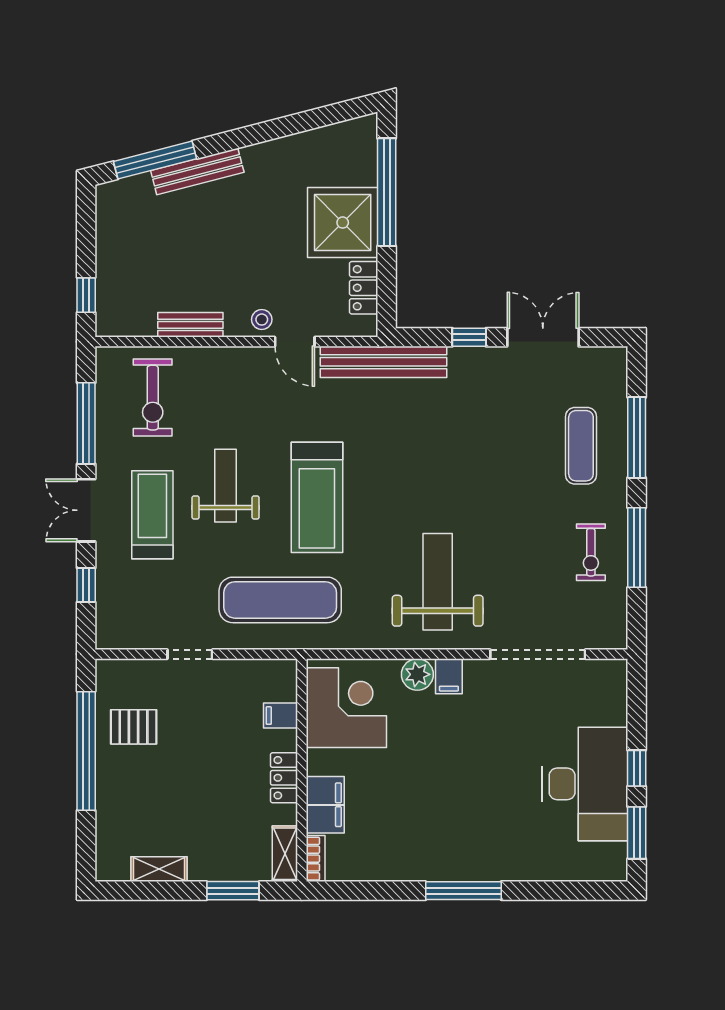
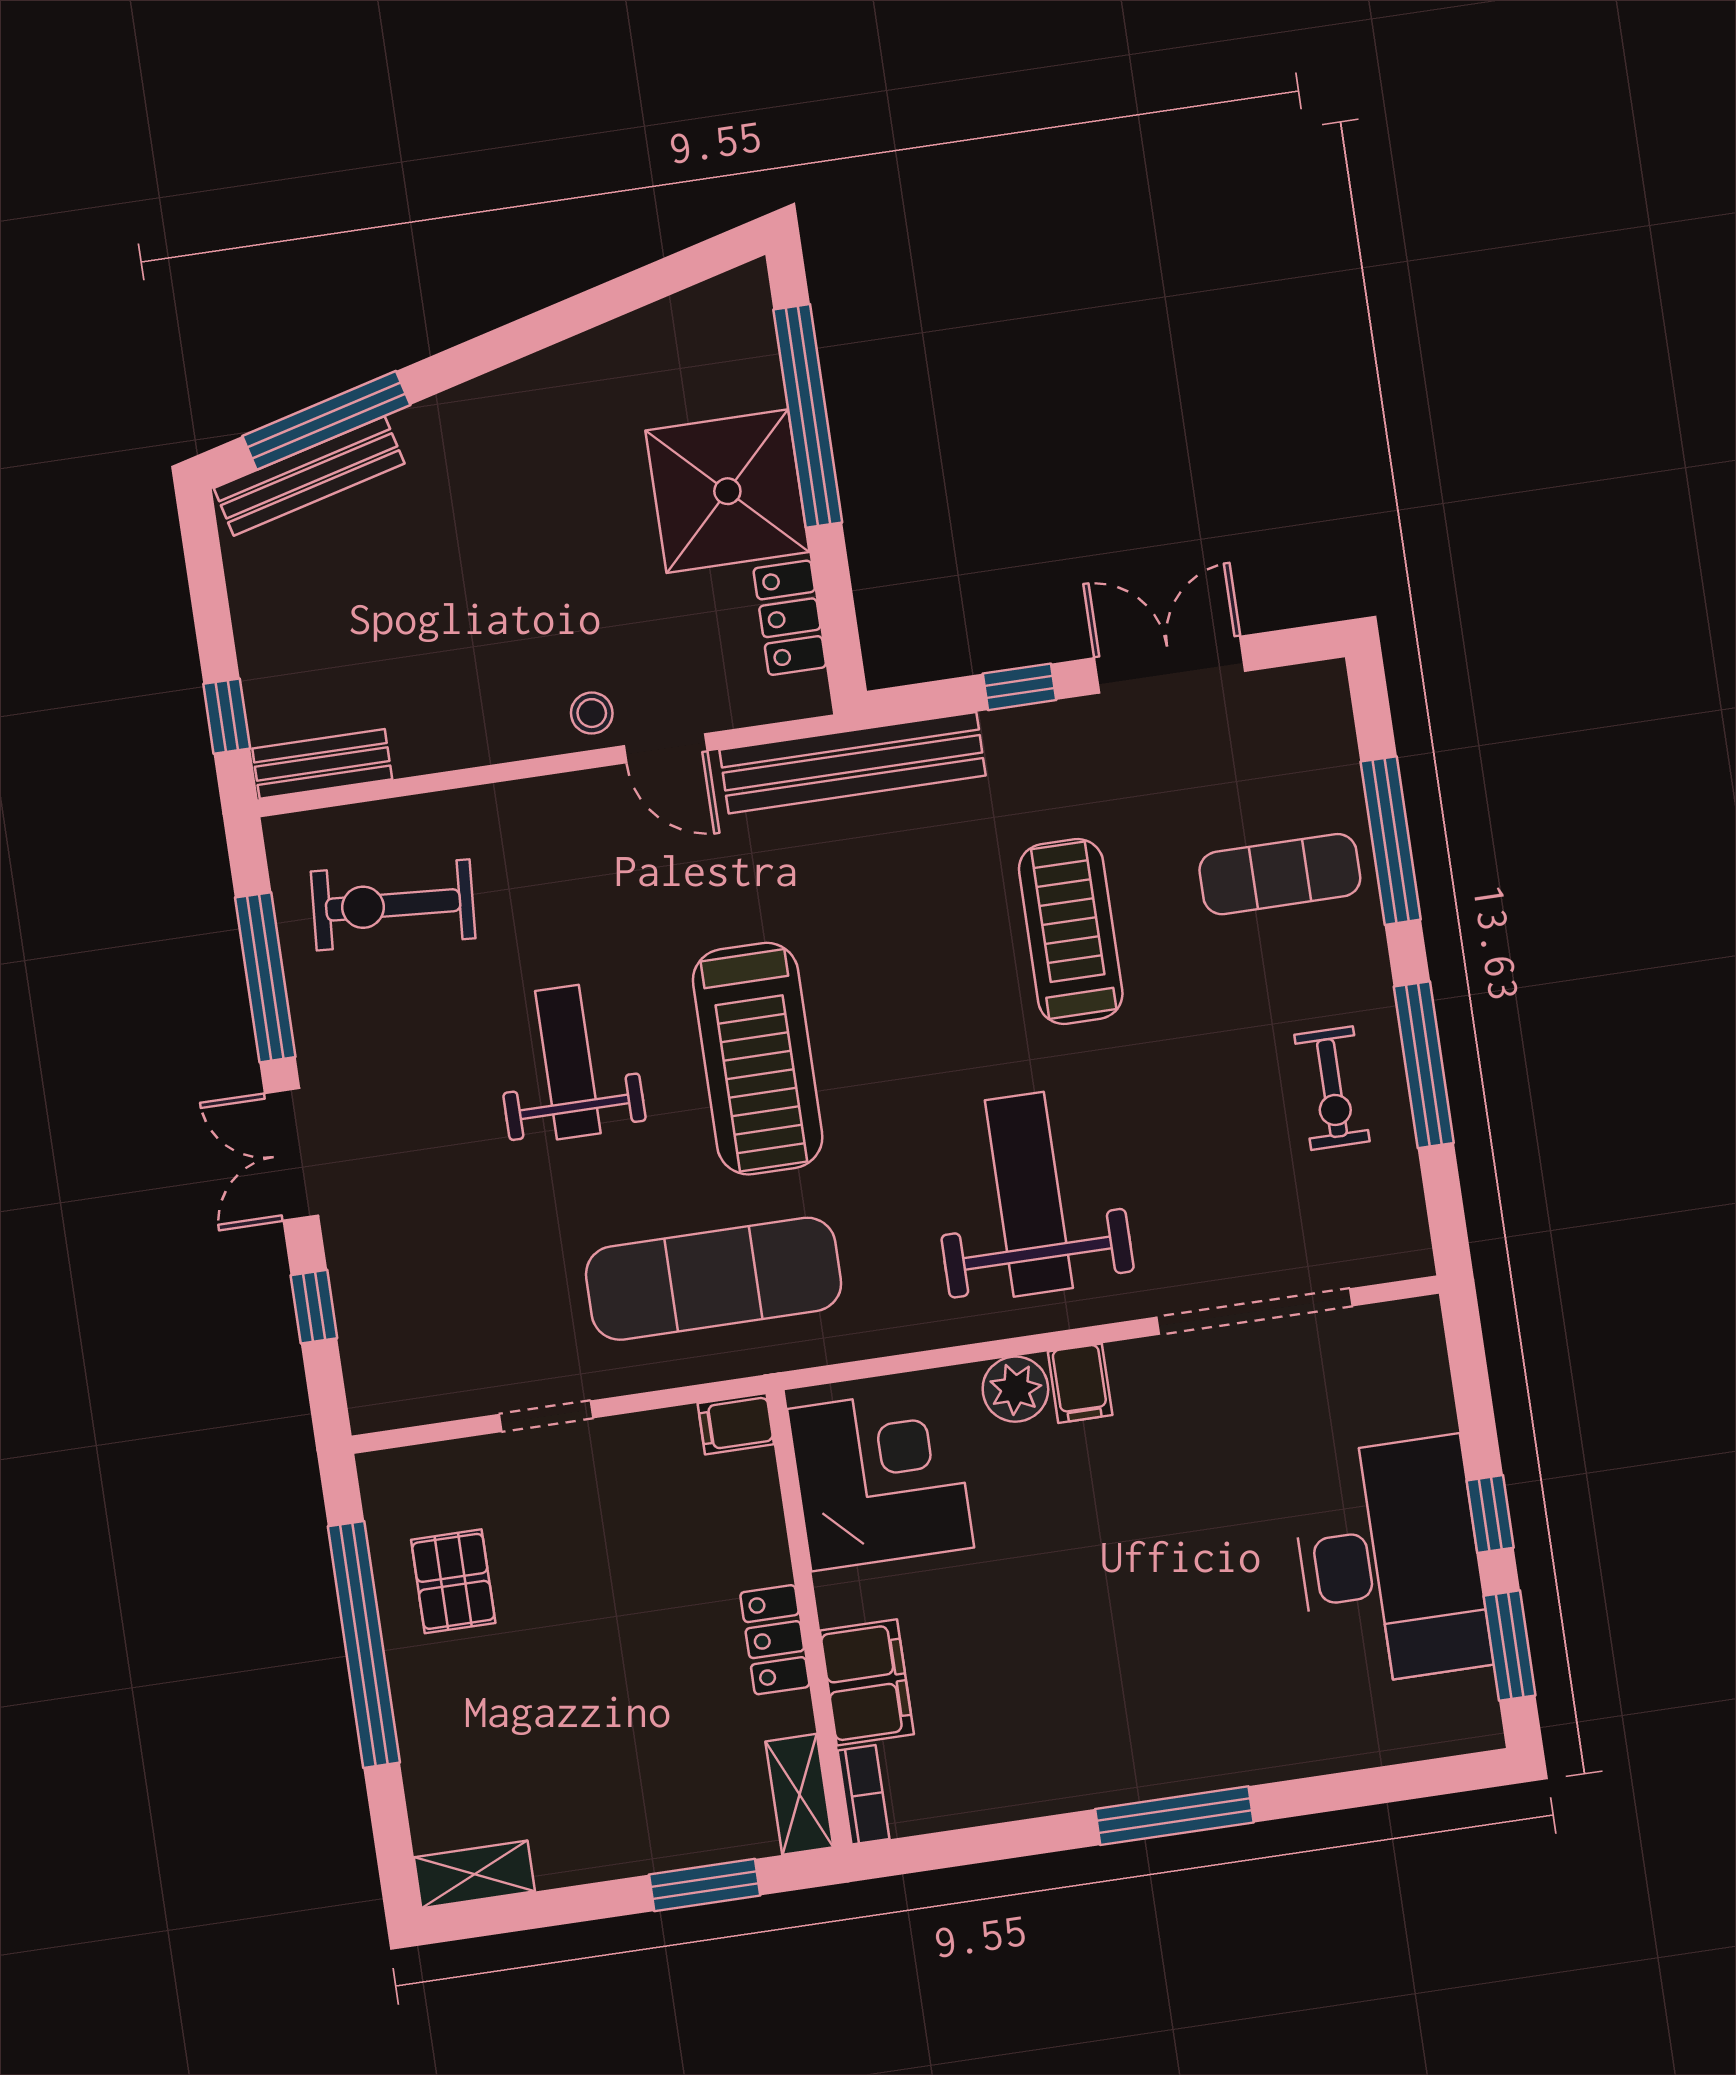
bench: (197, 171) -> (309, 476), moved
bench: (190, 325) -> (322, 764), moved
exercise bike: (153, 398) -> (393, 905), turned 94
exercise mat: (581, 446) -> (1280, 874), turned 90
treadmill: (152, 515) -> (1071, 932), moved
filing cabinet: (281, 716) -> (736, 1424), moved
pallet: (134, 727) -> (453, 1581), turned 90
shelving: (159, 869) -> (474, 1874), moved

